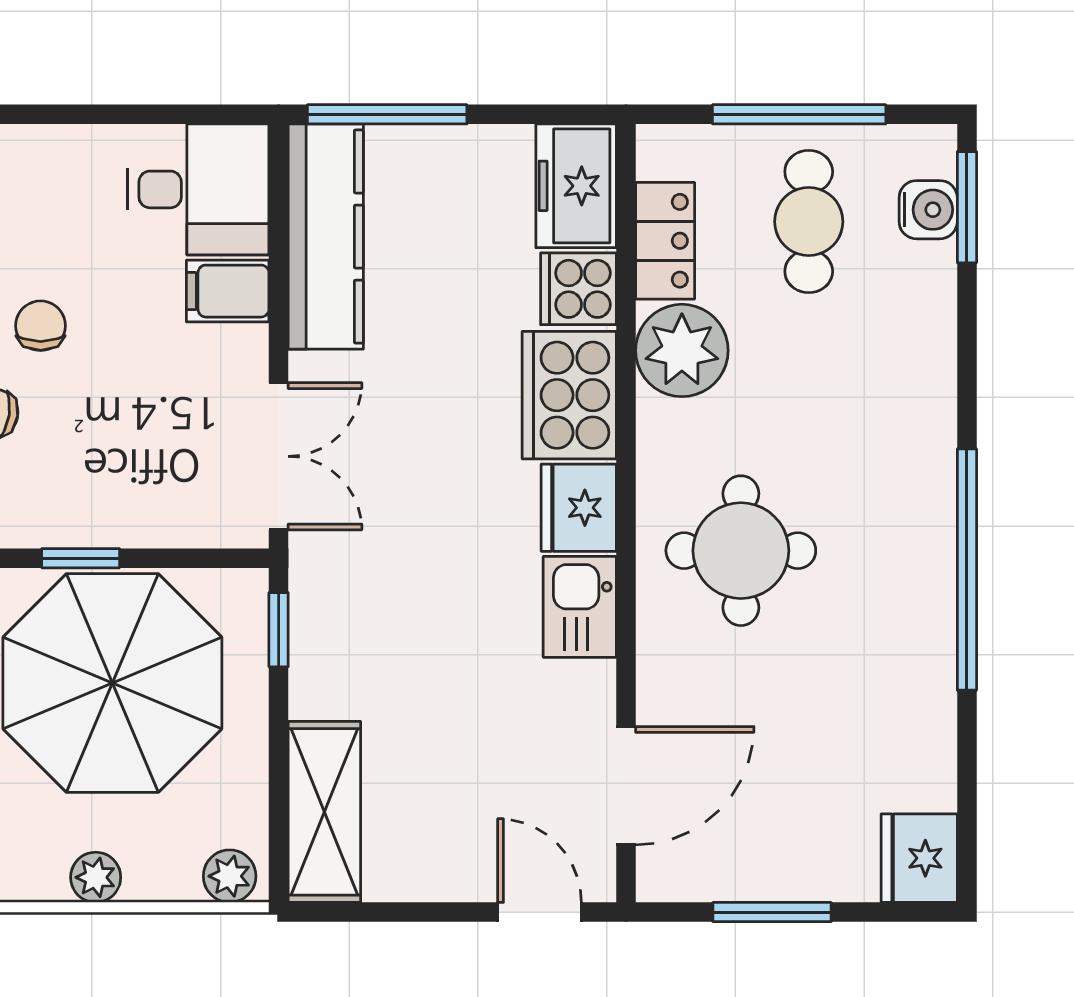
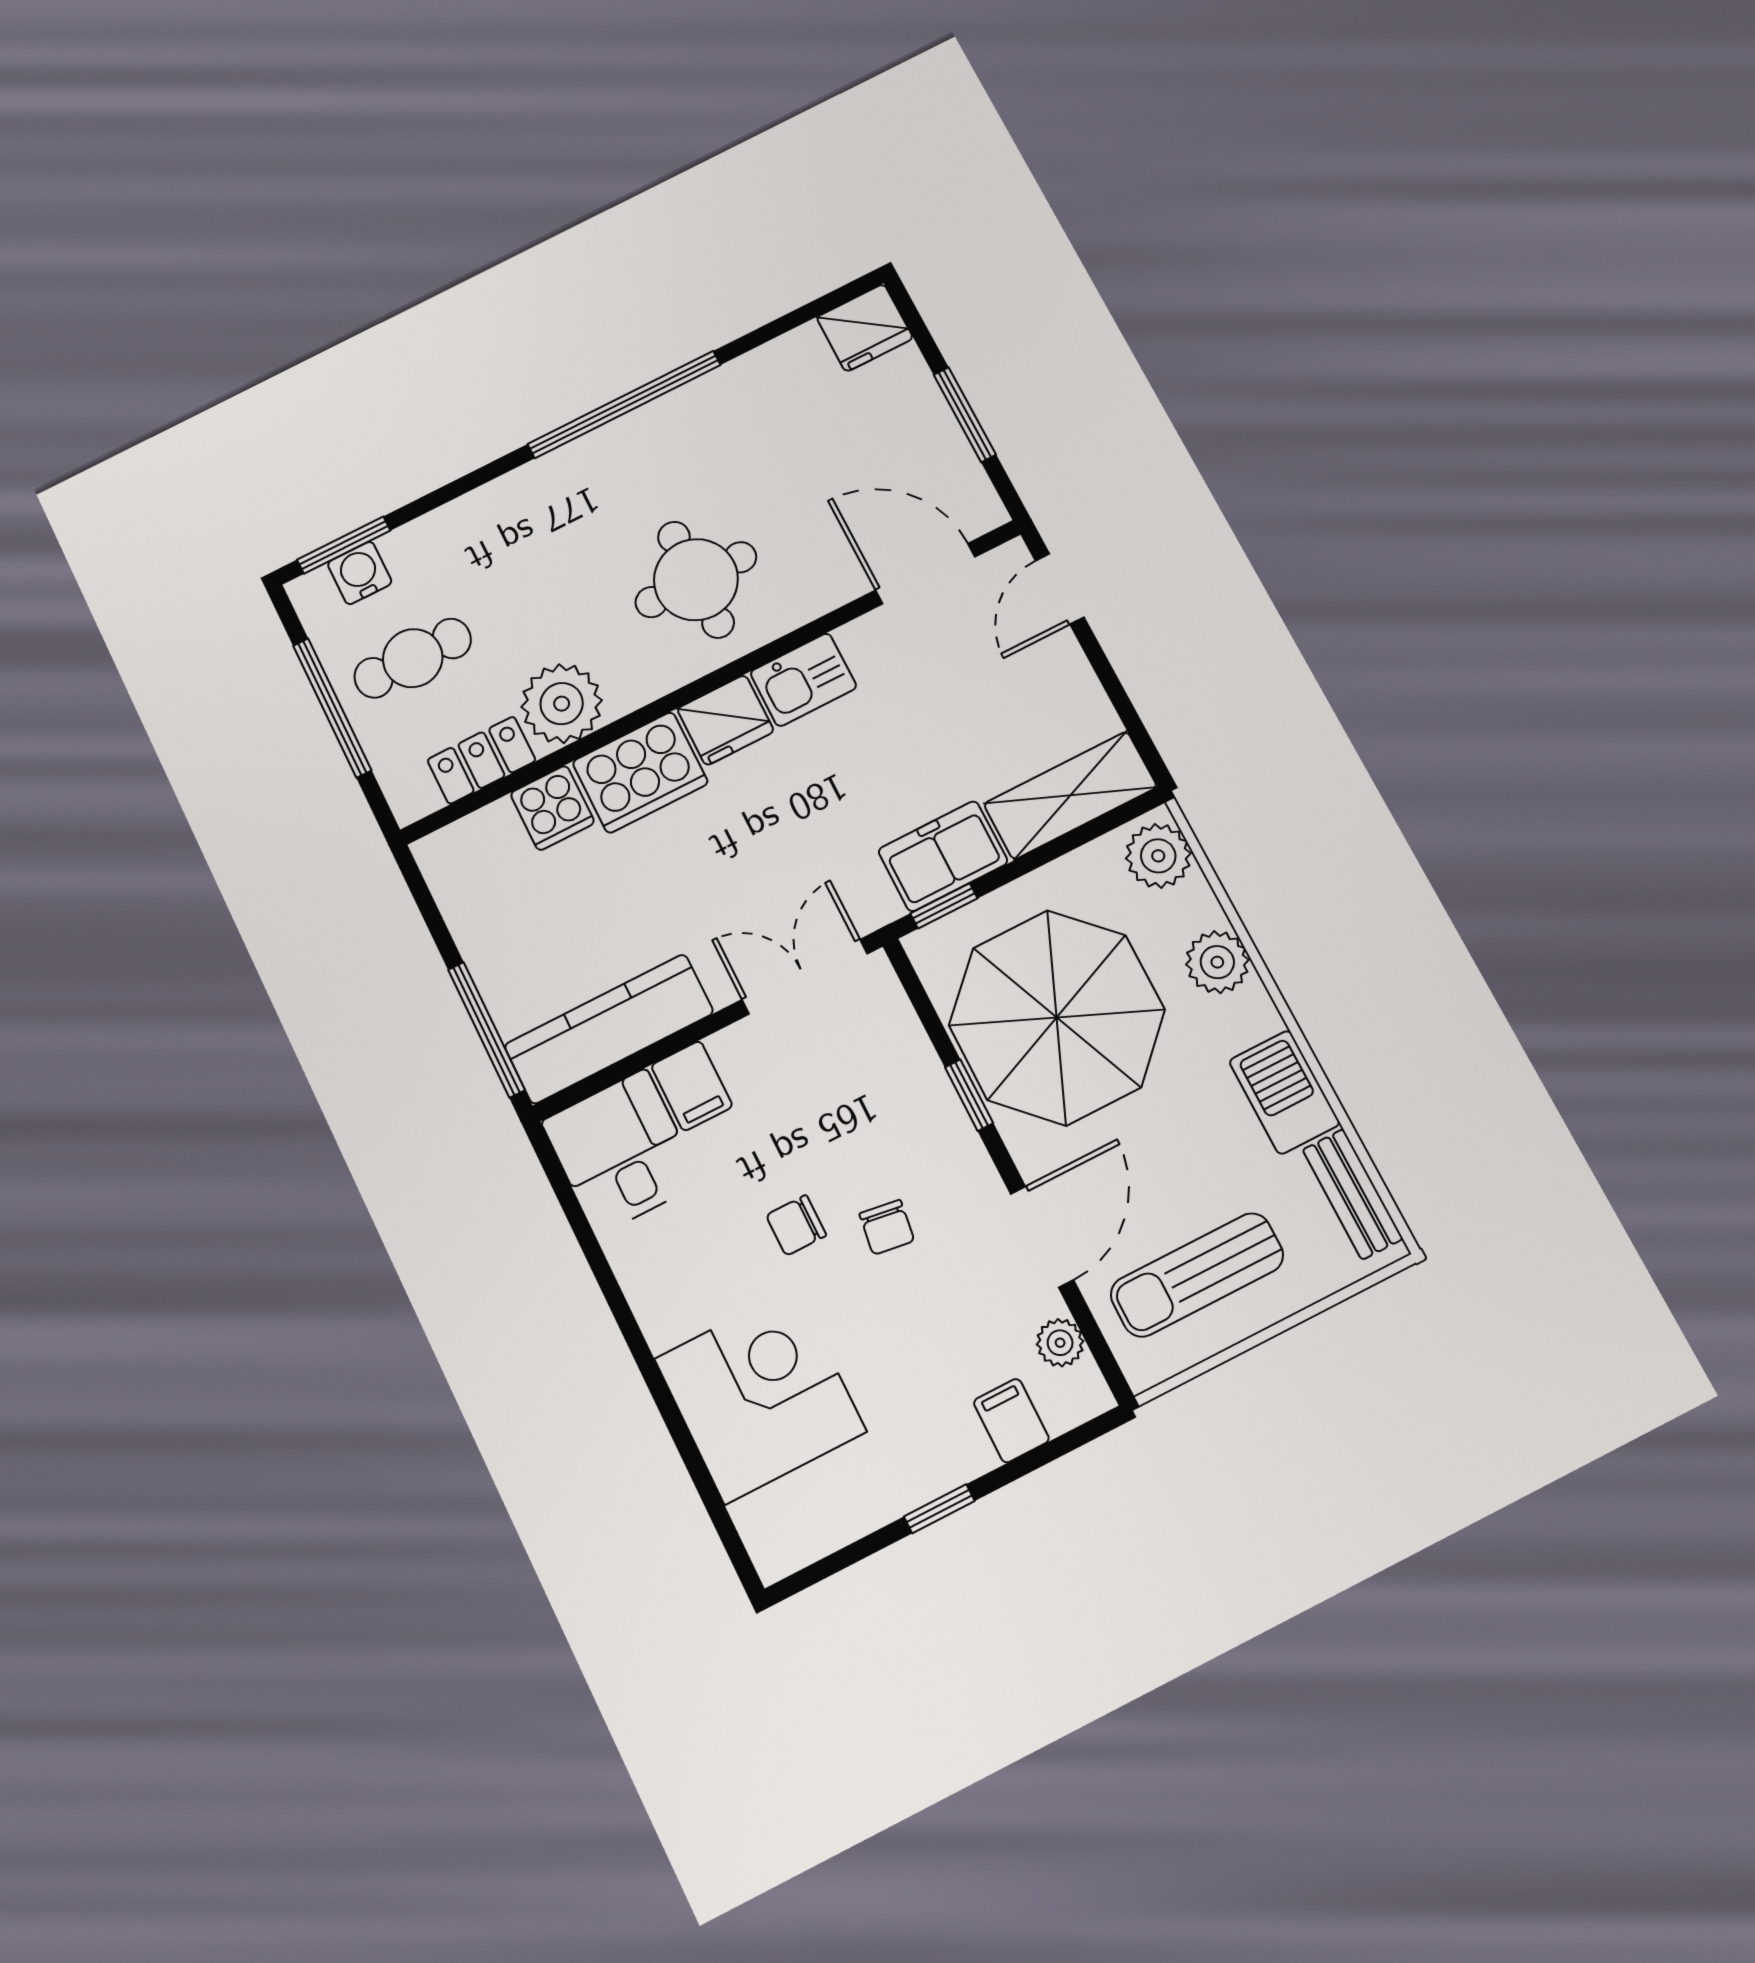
freezer: (576, 186) -> (943, 856), moved, turned 180
plant: (230, 876) -> (1158, 856), width x1.38, depth x1.38
plant: (96, 877) -> (1217, 962), width x1.38, depth x1.38

